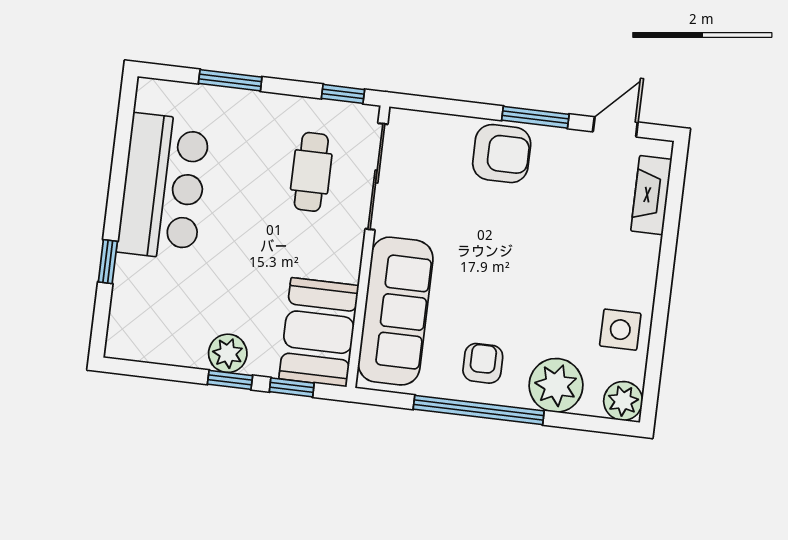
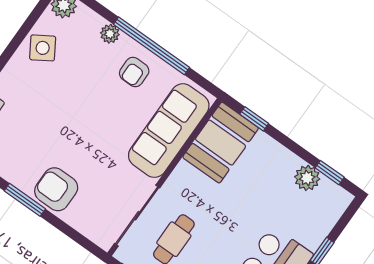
side table: (620, 330) -> (43, 48), turned -32
plant: (228, 353) -> (307, 178), moved
window: (230, 380) -> (330, 173), moved
plant: (556, 385) -> (110, 34), width x0.53, depth x0.53

